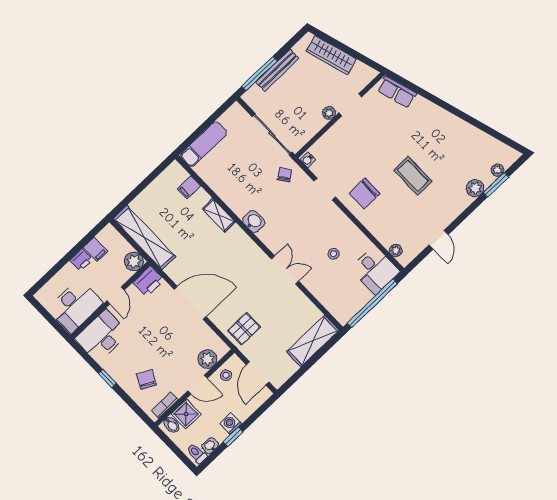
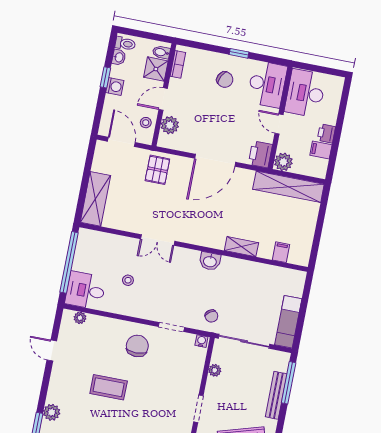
plant: (329, 113) -> (215, 370), moved
exam couch: (204, 144) -> (288, 322), moved
chair: (146, 380) -> (225, 80), moved

